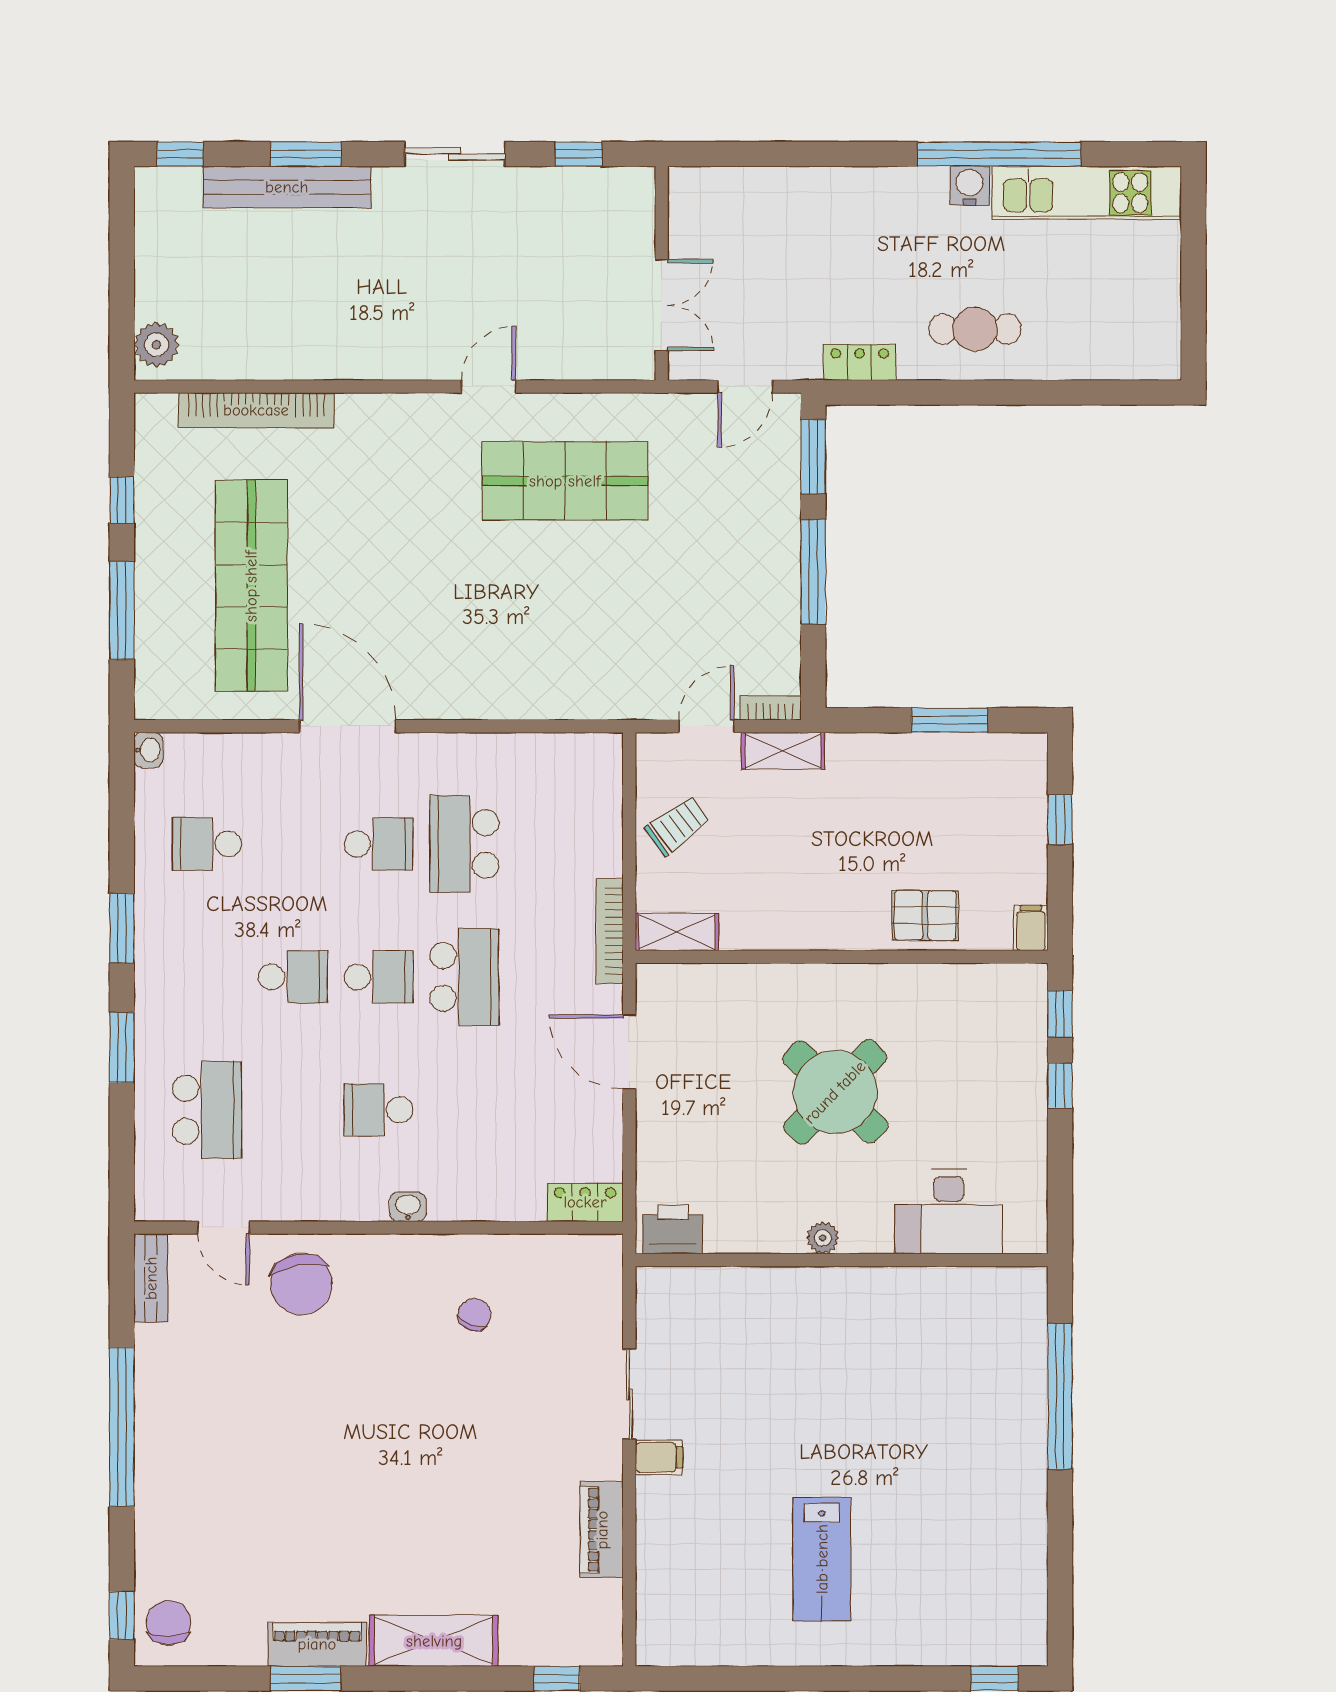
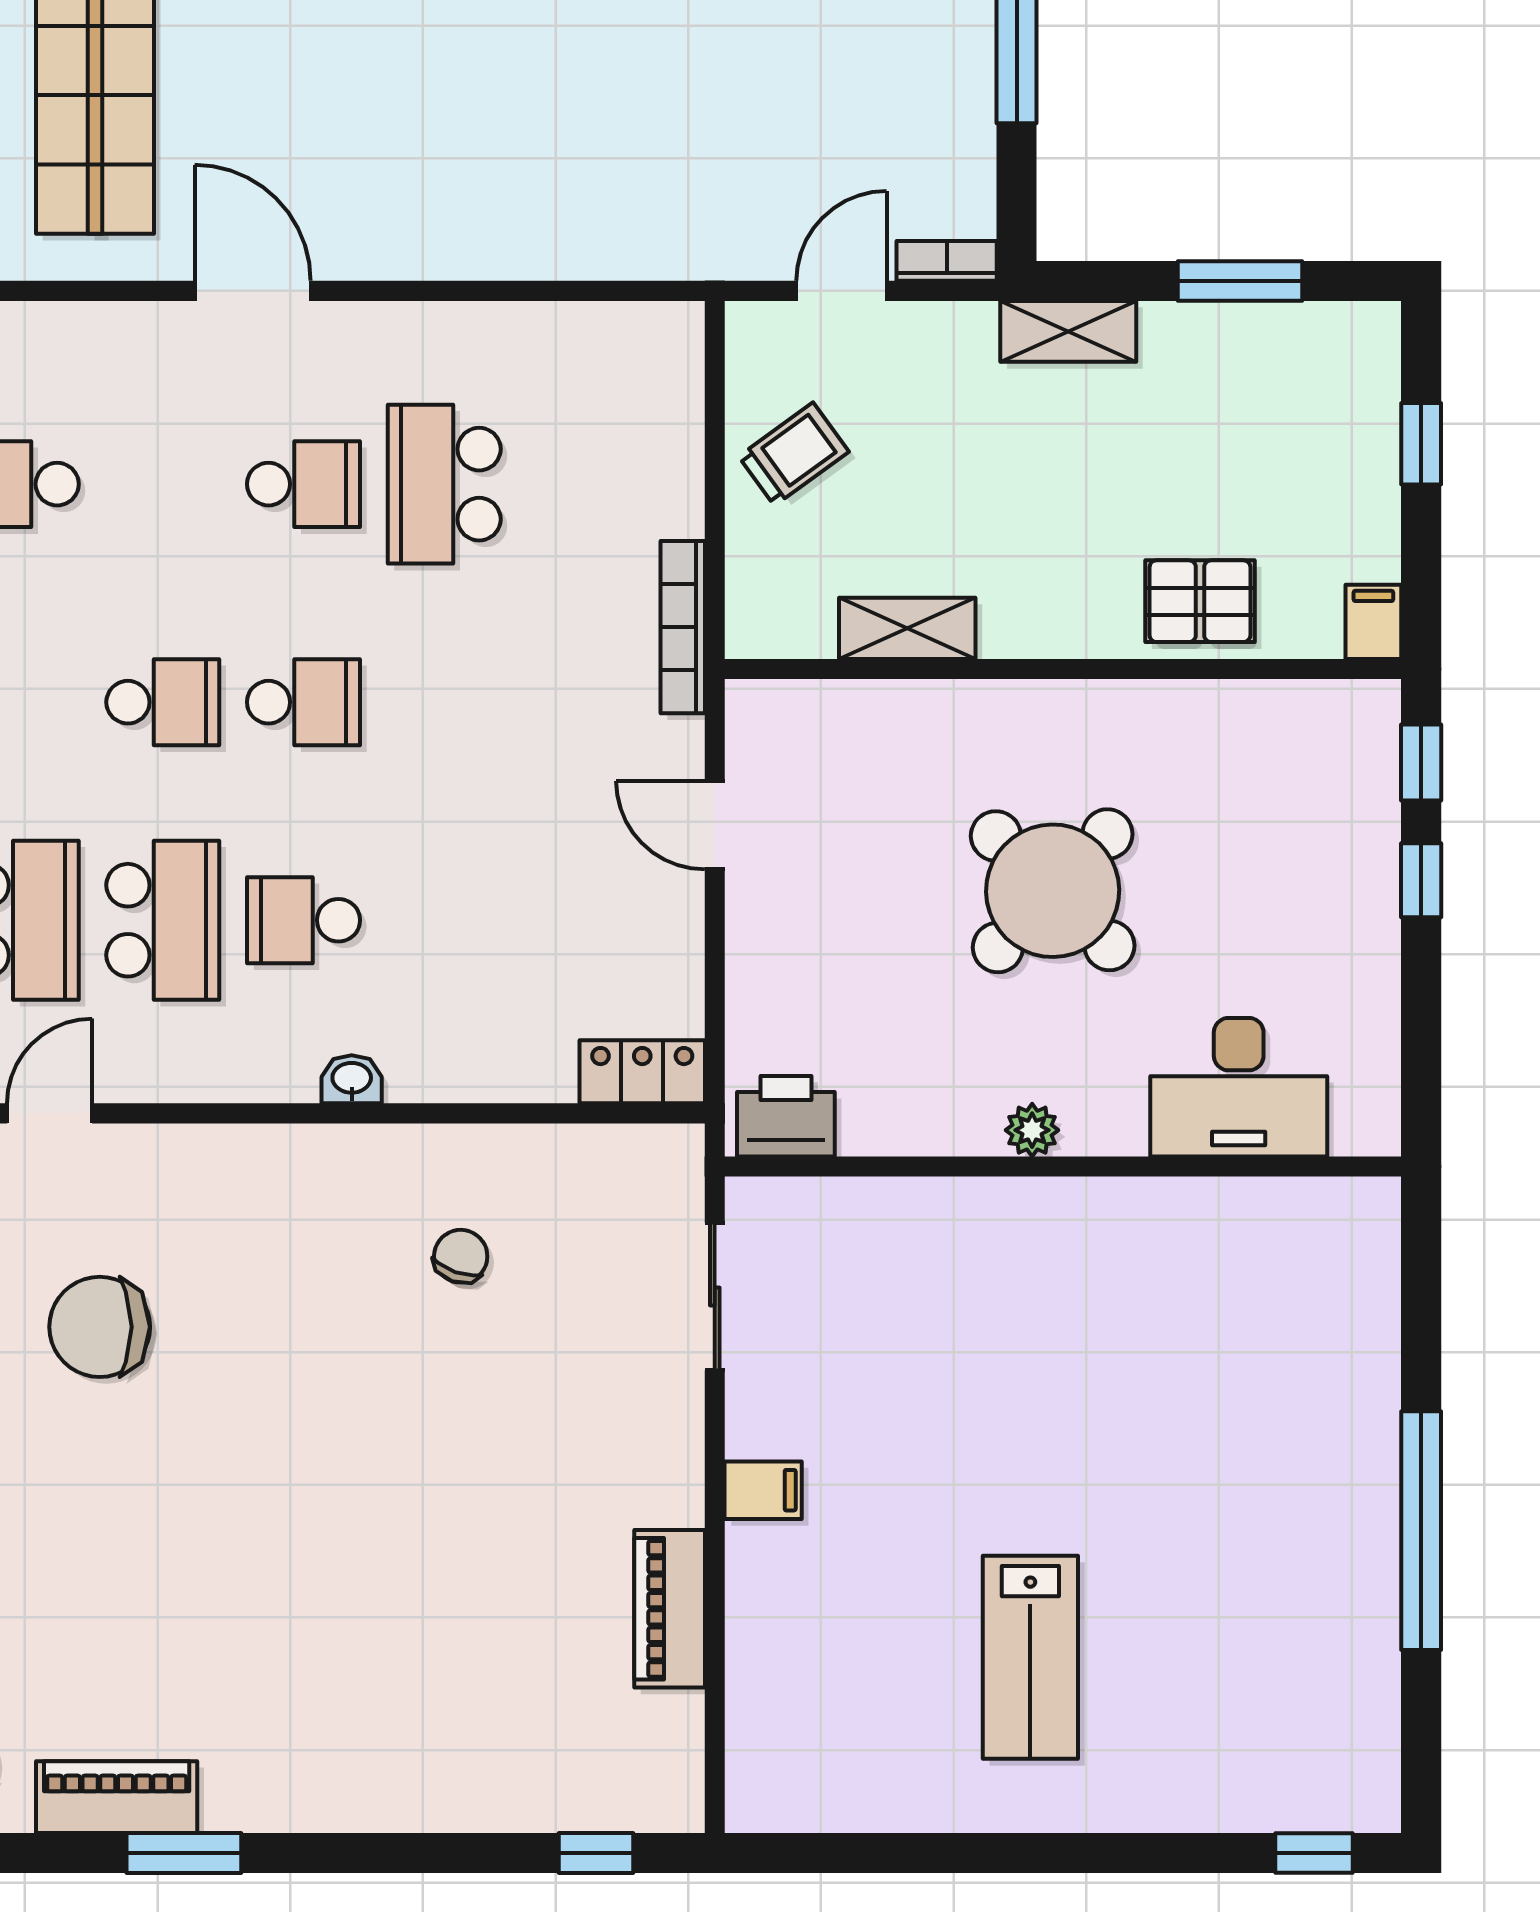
door: (348, 726) -> (253, 291), width x0.73
shelving: (783, 751) -> (1068, 331), moved
shelving: (677, 932) -> (907, 628), moved
school desk: (464, 977) -> (163, 920), moved
door: (629, 1052) -> (715, 825), width x0.73
door: (224, 1228) -> (50, 1113), swing flipped
chair: (301, 1284) -> (100, 1327), moved, turned 100
sliding door: (629, 1394) -> (715, 1297), moved
window: (1060, 1396) -> (1421, 1531), moved
shelving: (434, 1641) -> (394, 1791), removed
piano: (317, 1644) -> (117, 1797), moved

